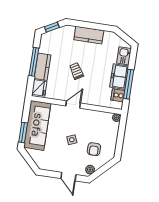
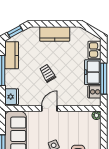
kitchen counter: (43, 67) -> (12, 55), moved

